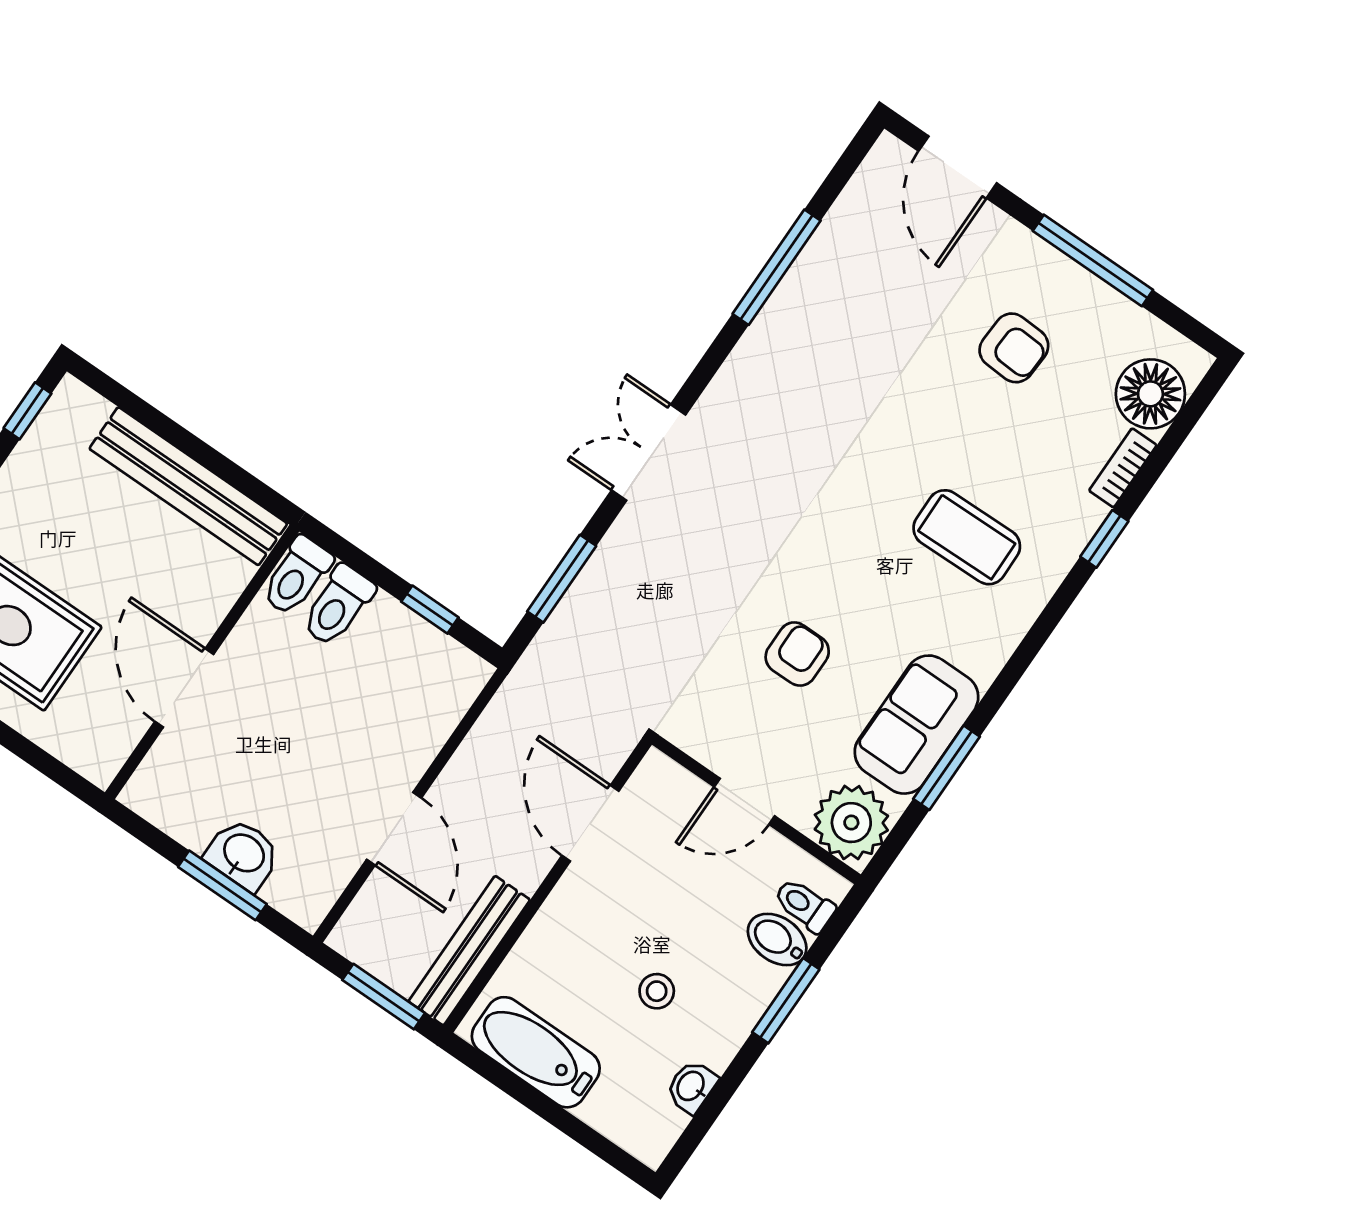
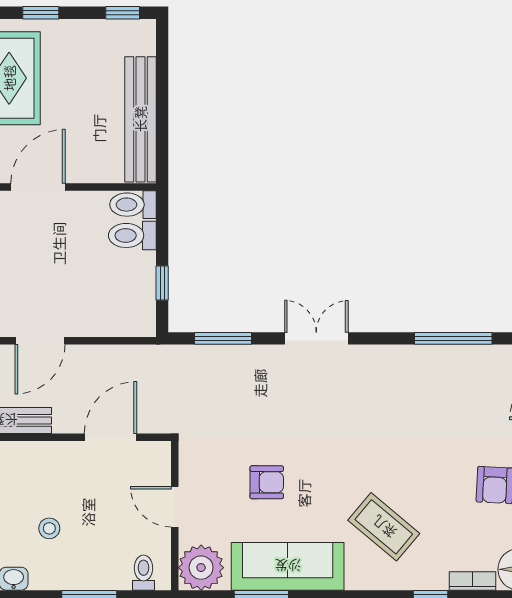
coffee table: (967, 537) -> (384, 527), turned -49
sofa: (916, 725) -> (288, 566), width x1.36
bidet: (777, 940) -> (117, 571), removed

